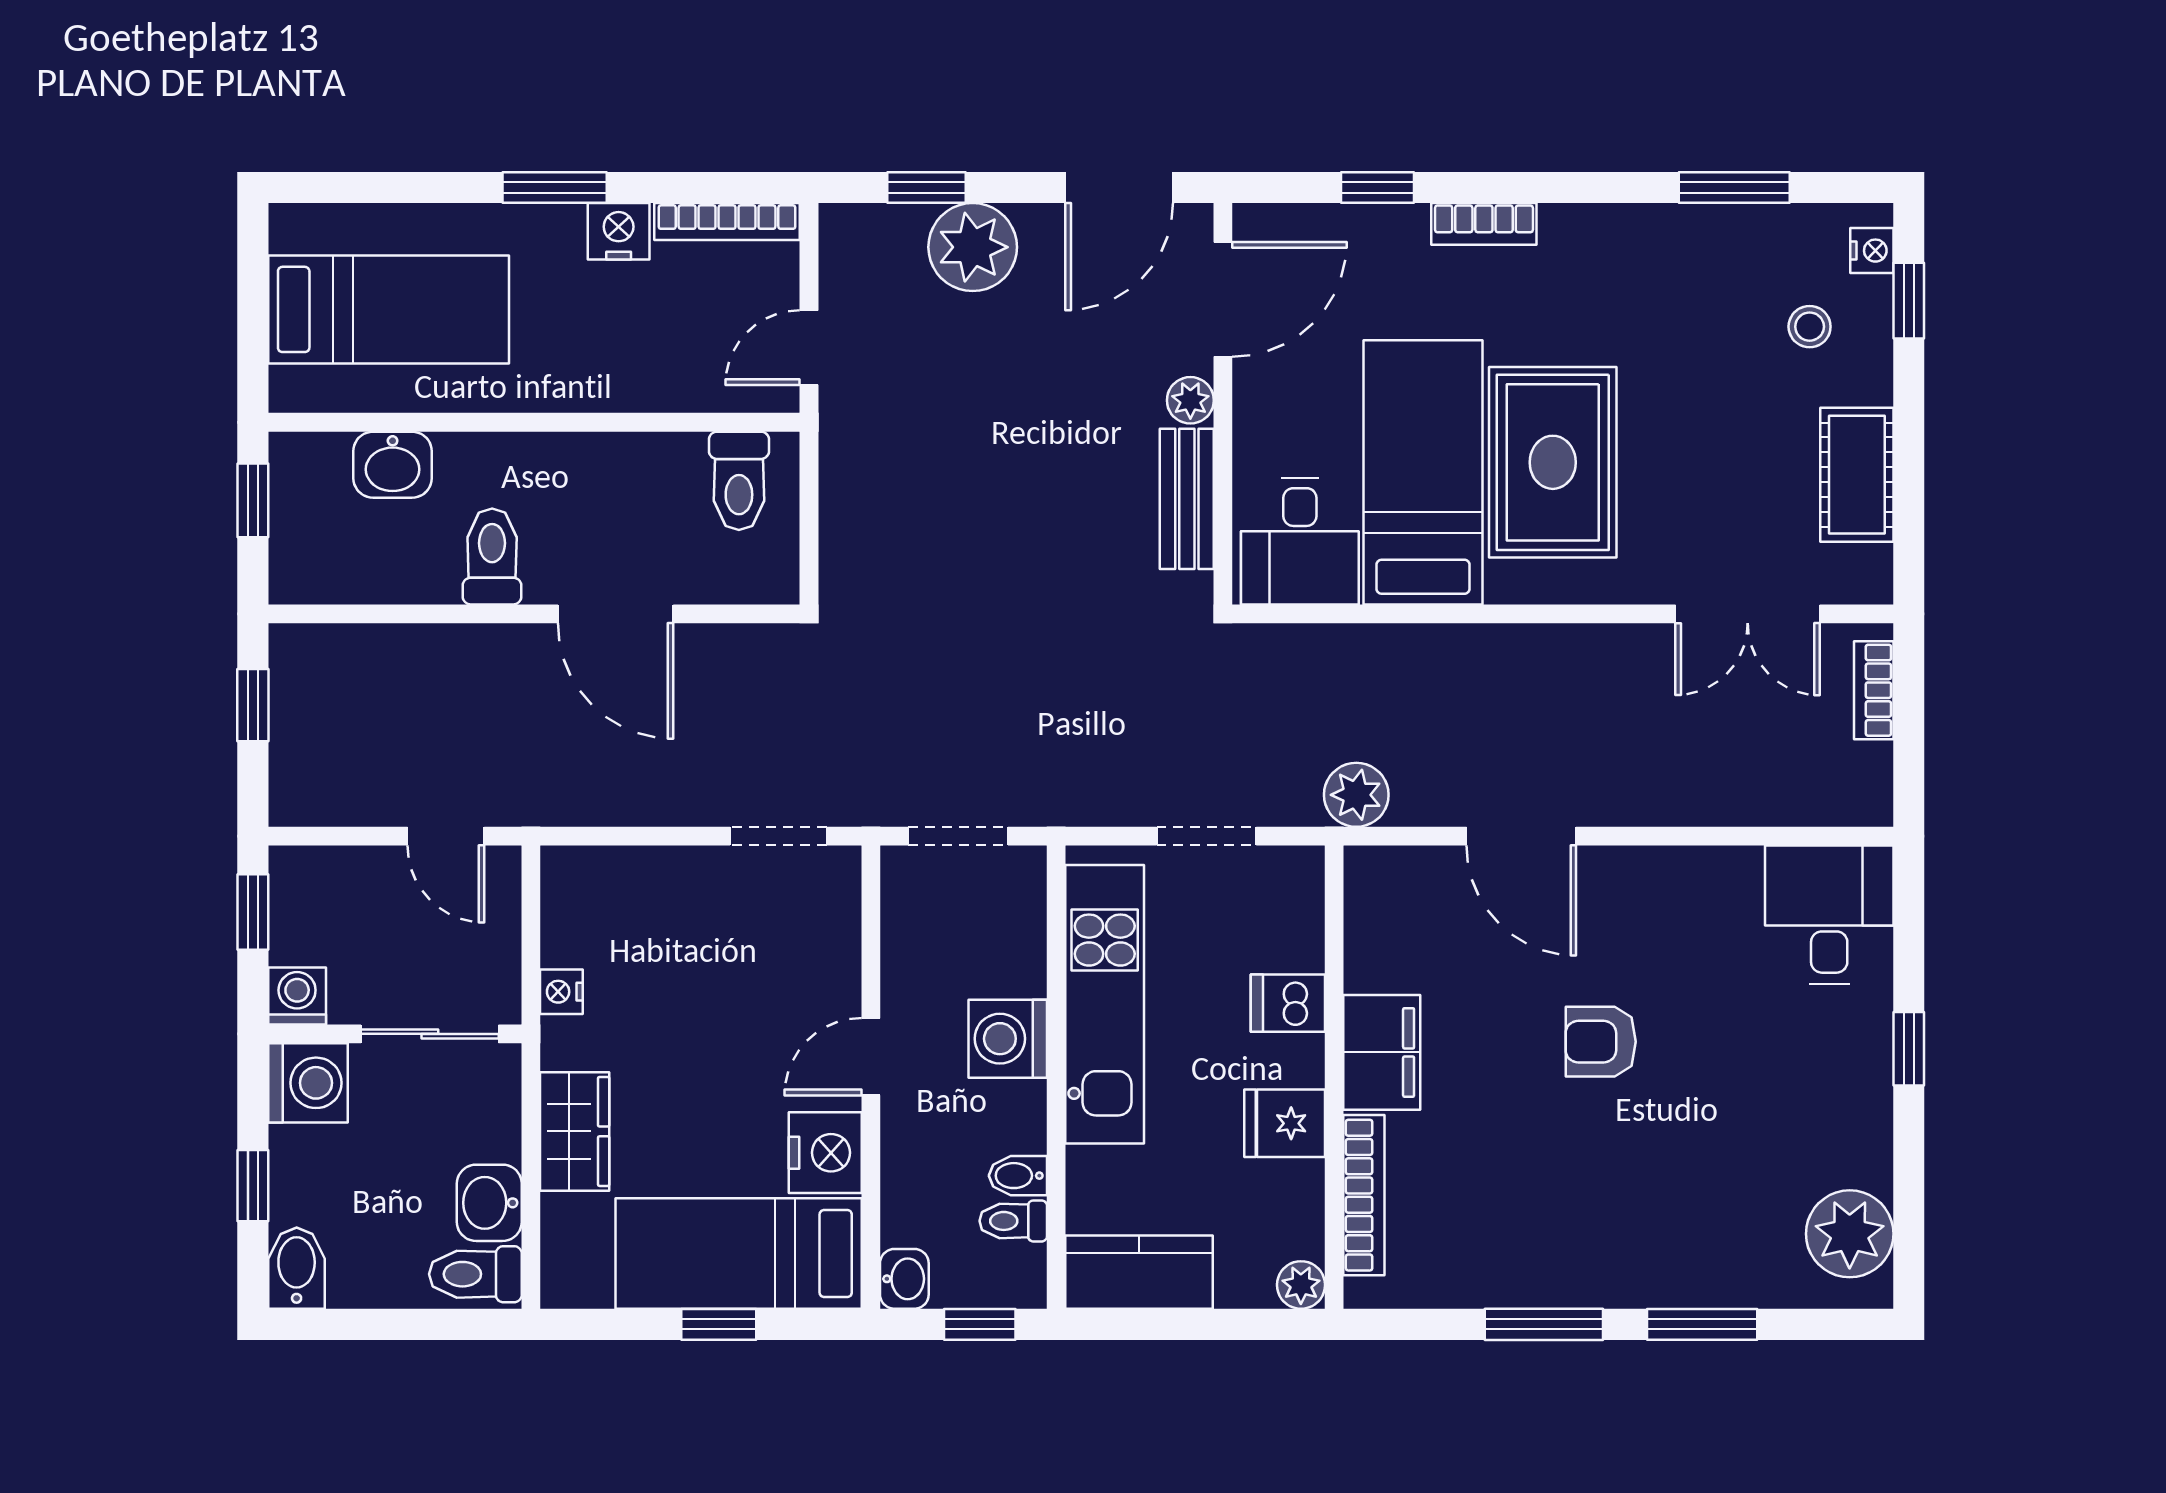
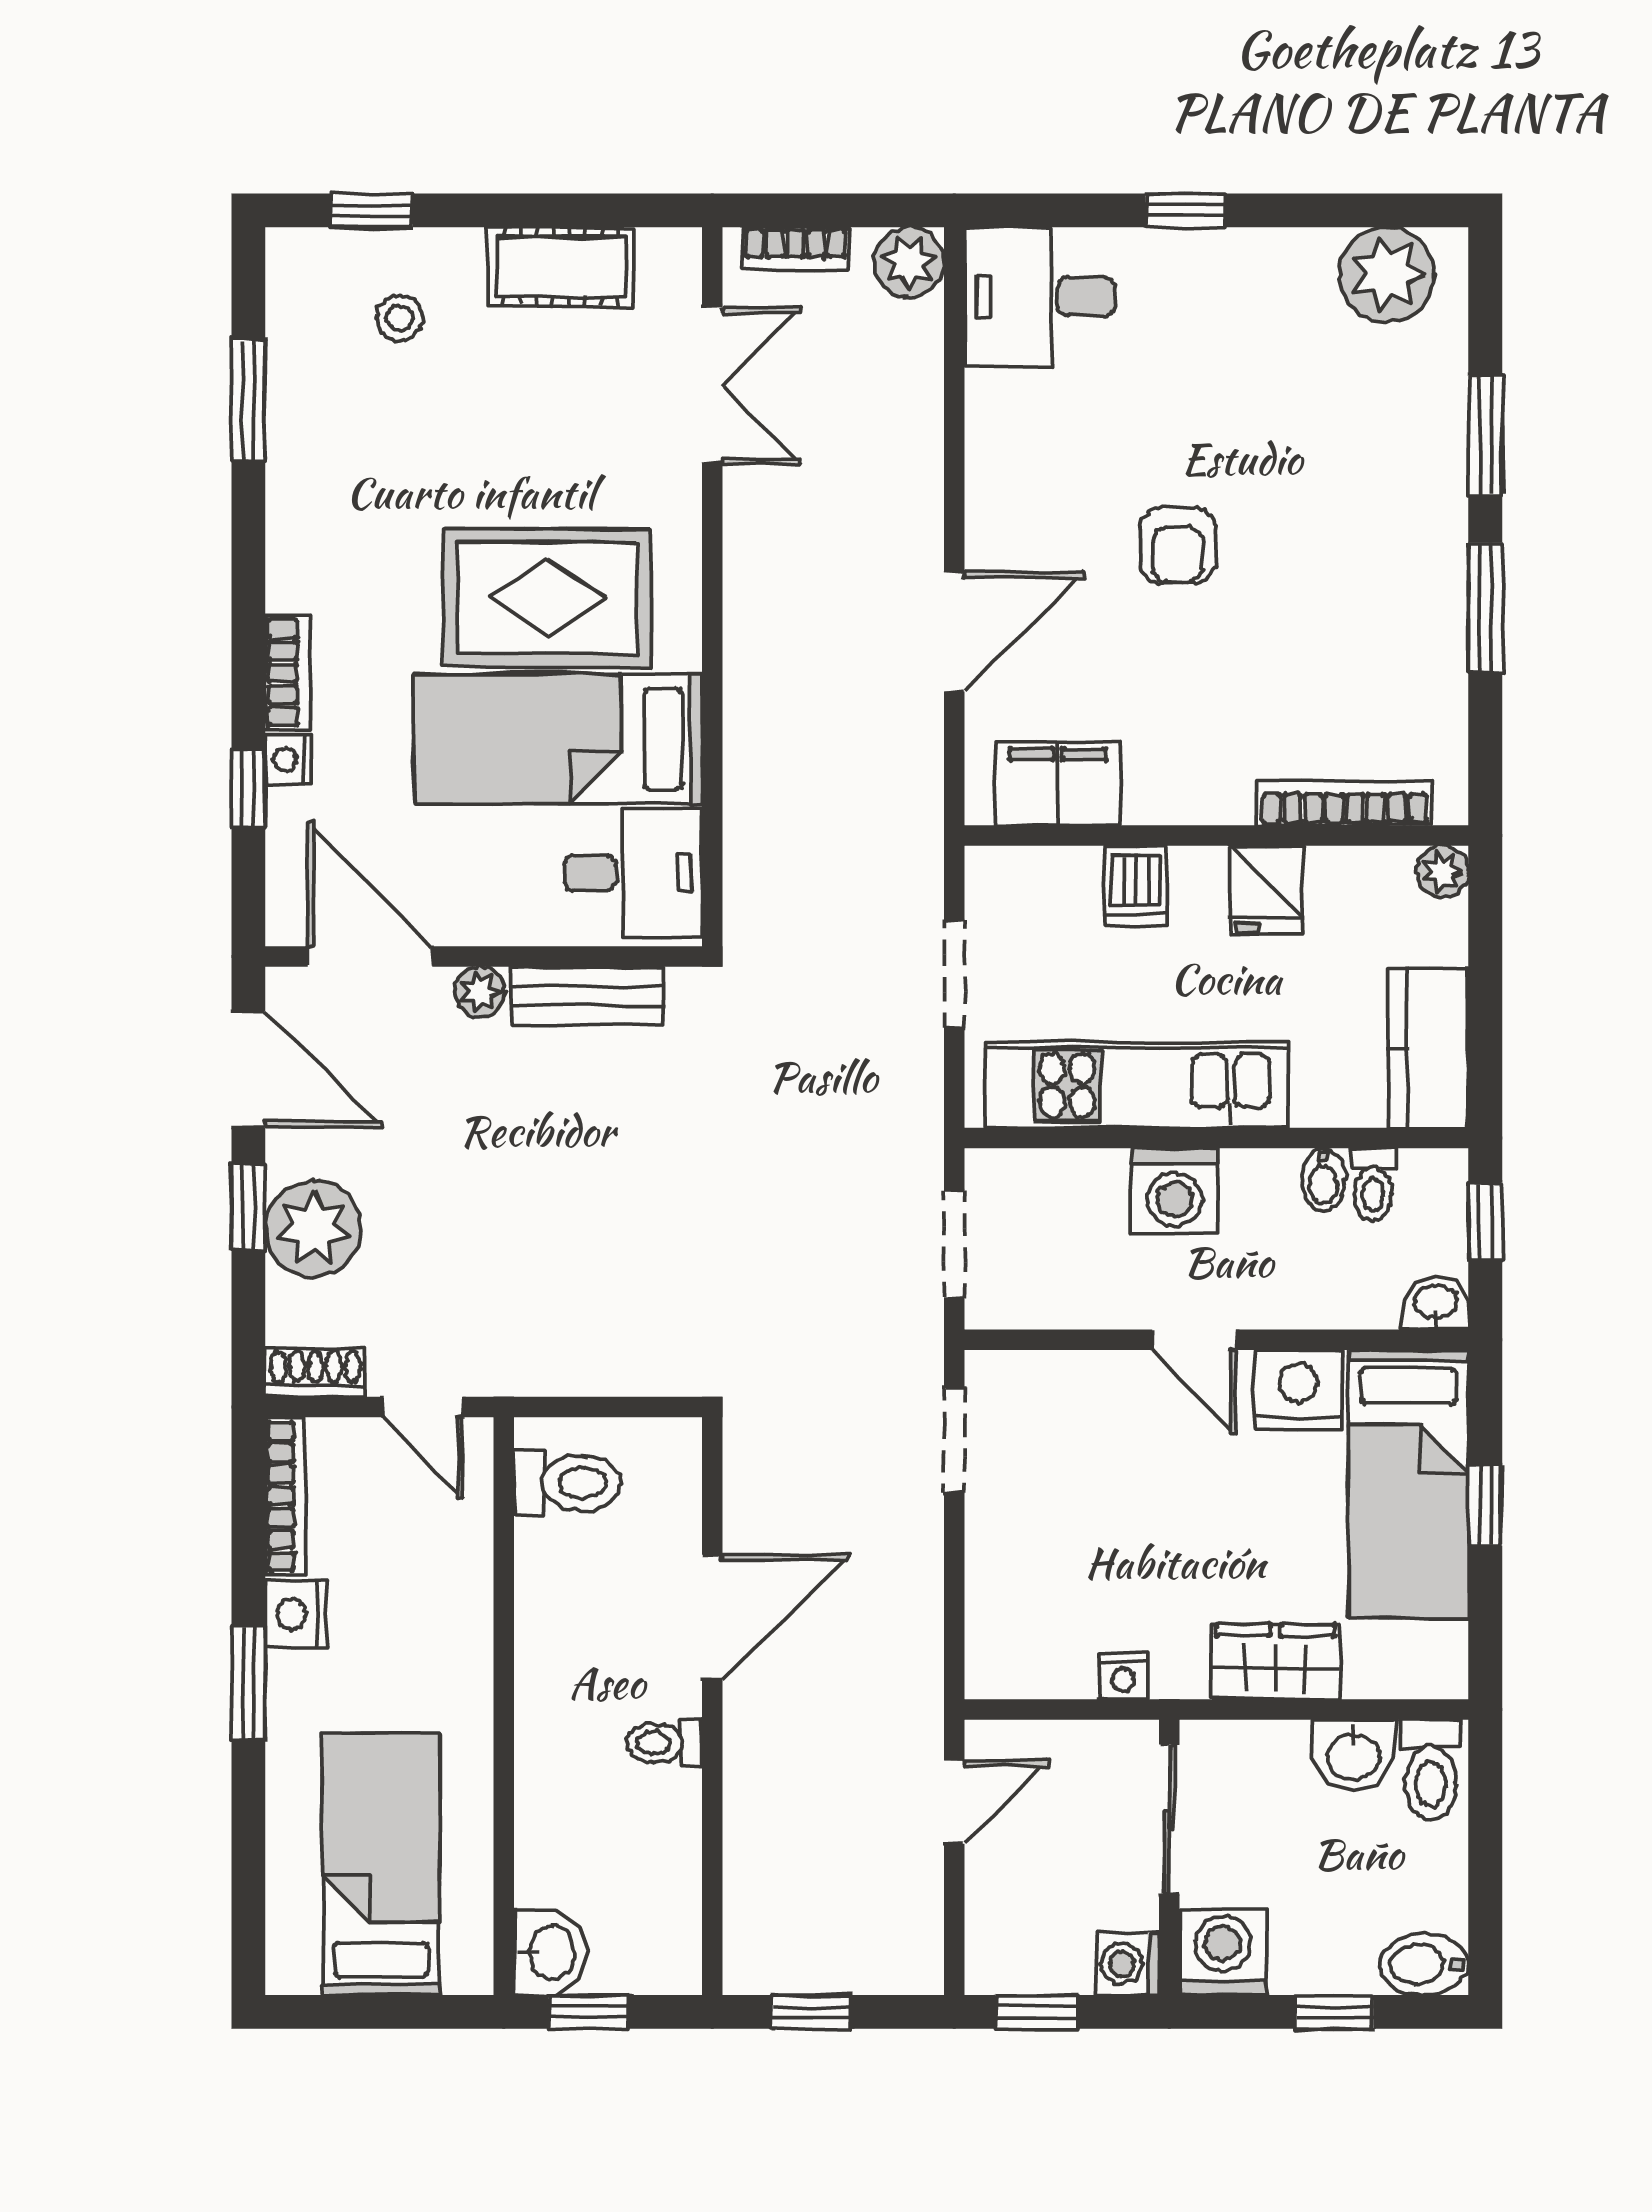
window: (926, 187) -> (248, 1207), moved
shoe rack: (841, 249) -> (315, 1372), added
nightstand: (1872, 251) -> (288, 760), moved, turned -90
washbasin: (393, 465) -> (550, 1953), moved
toilet: (492, 557) -> (664, 1743), width x0.73, depth x0.72
plant: (1356, 795) -> (909, 262), moved
filing cabinet: (1382, 1052) -> (1058, 784), moved

